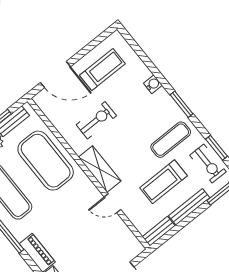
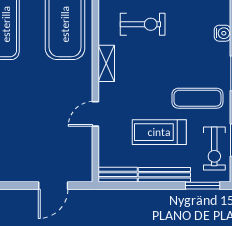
shelving: (100, 169) -> (106, 63), width x0.67, depth x0.75
door: (112, 203) -> (95, 114), hinge flipped

